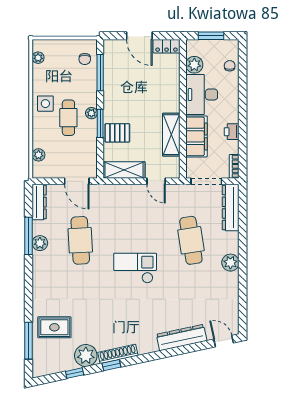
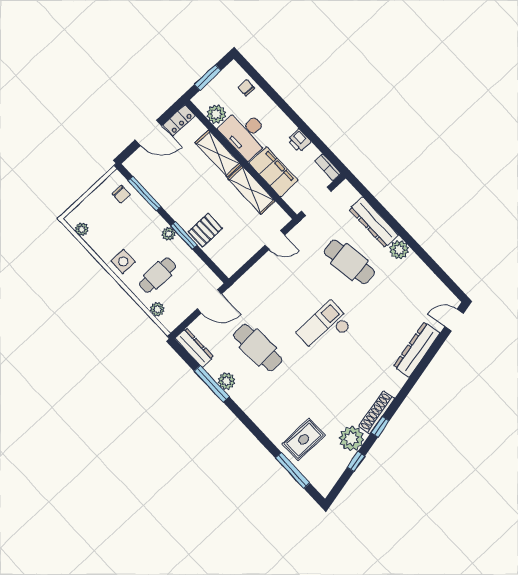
cafe table: (68, 118) -> (158, 275), moved, turned 90
shelving: (124, 170) -> (218, 154), moved, turned 90
dresser: (231, 208) -> (374, 222), moved

